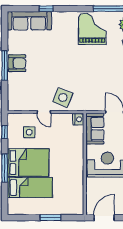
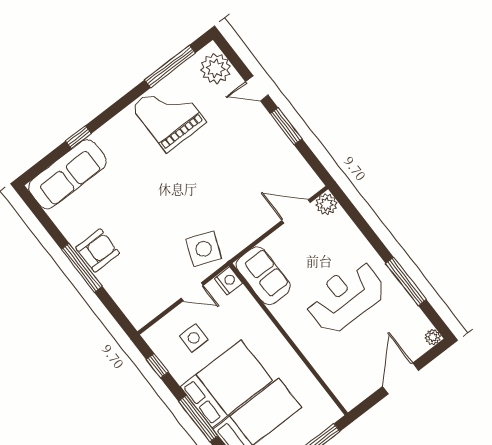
nightstand: (78, 119) -> (228, 281), moved
sofa: (95, 129) -> (263, 276), moved
wall: (85, 164) -> (289, 339), moved

